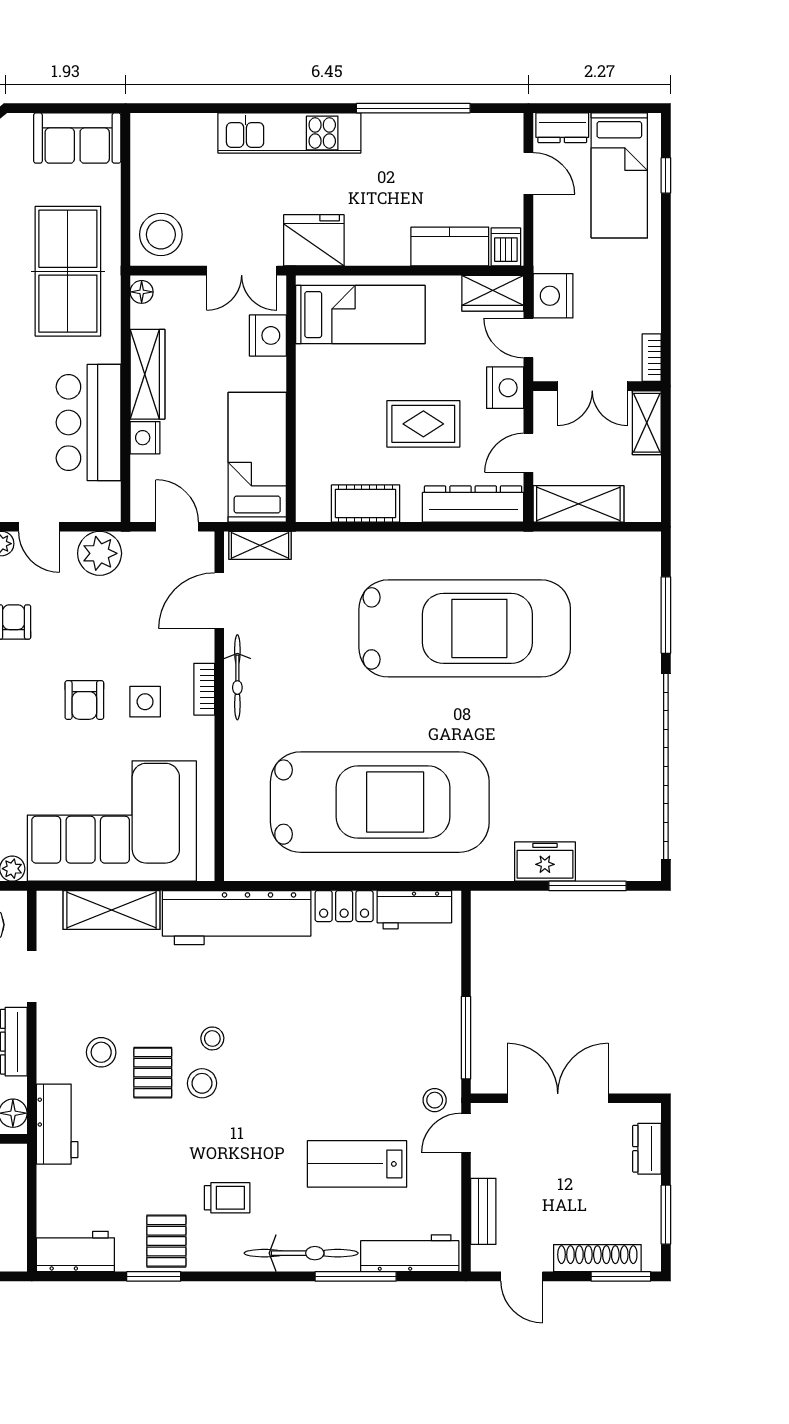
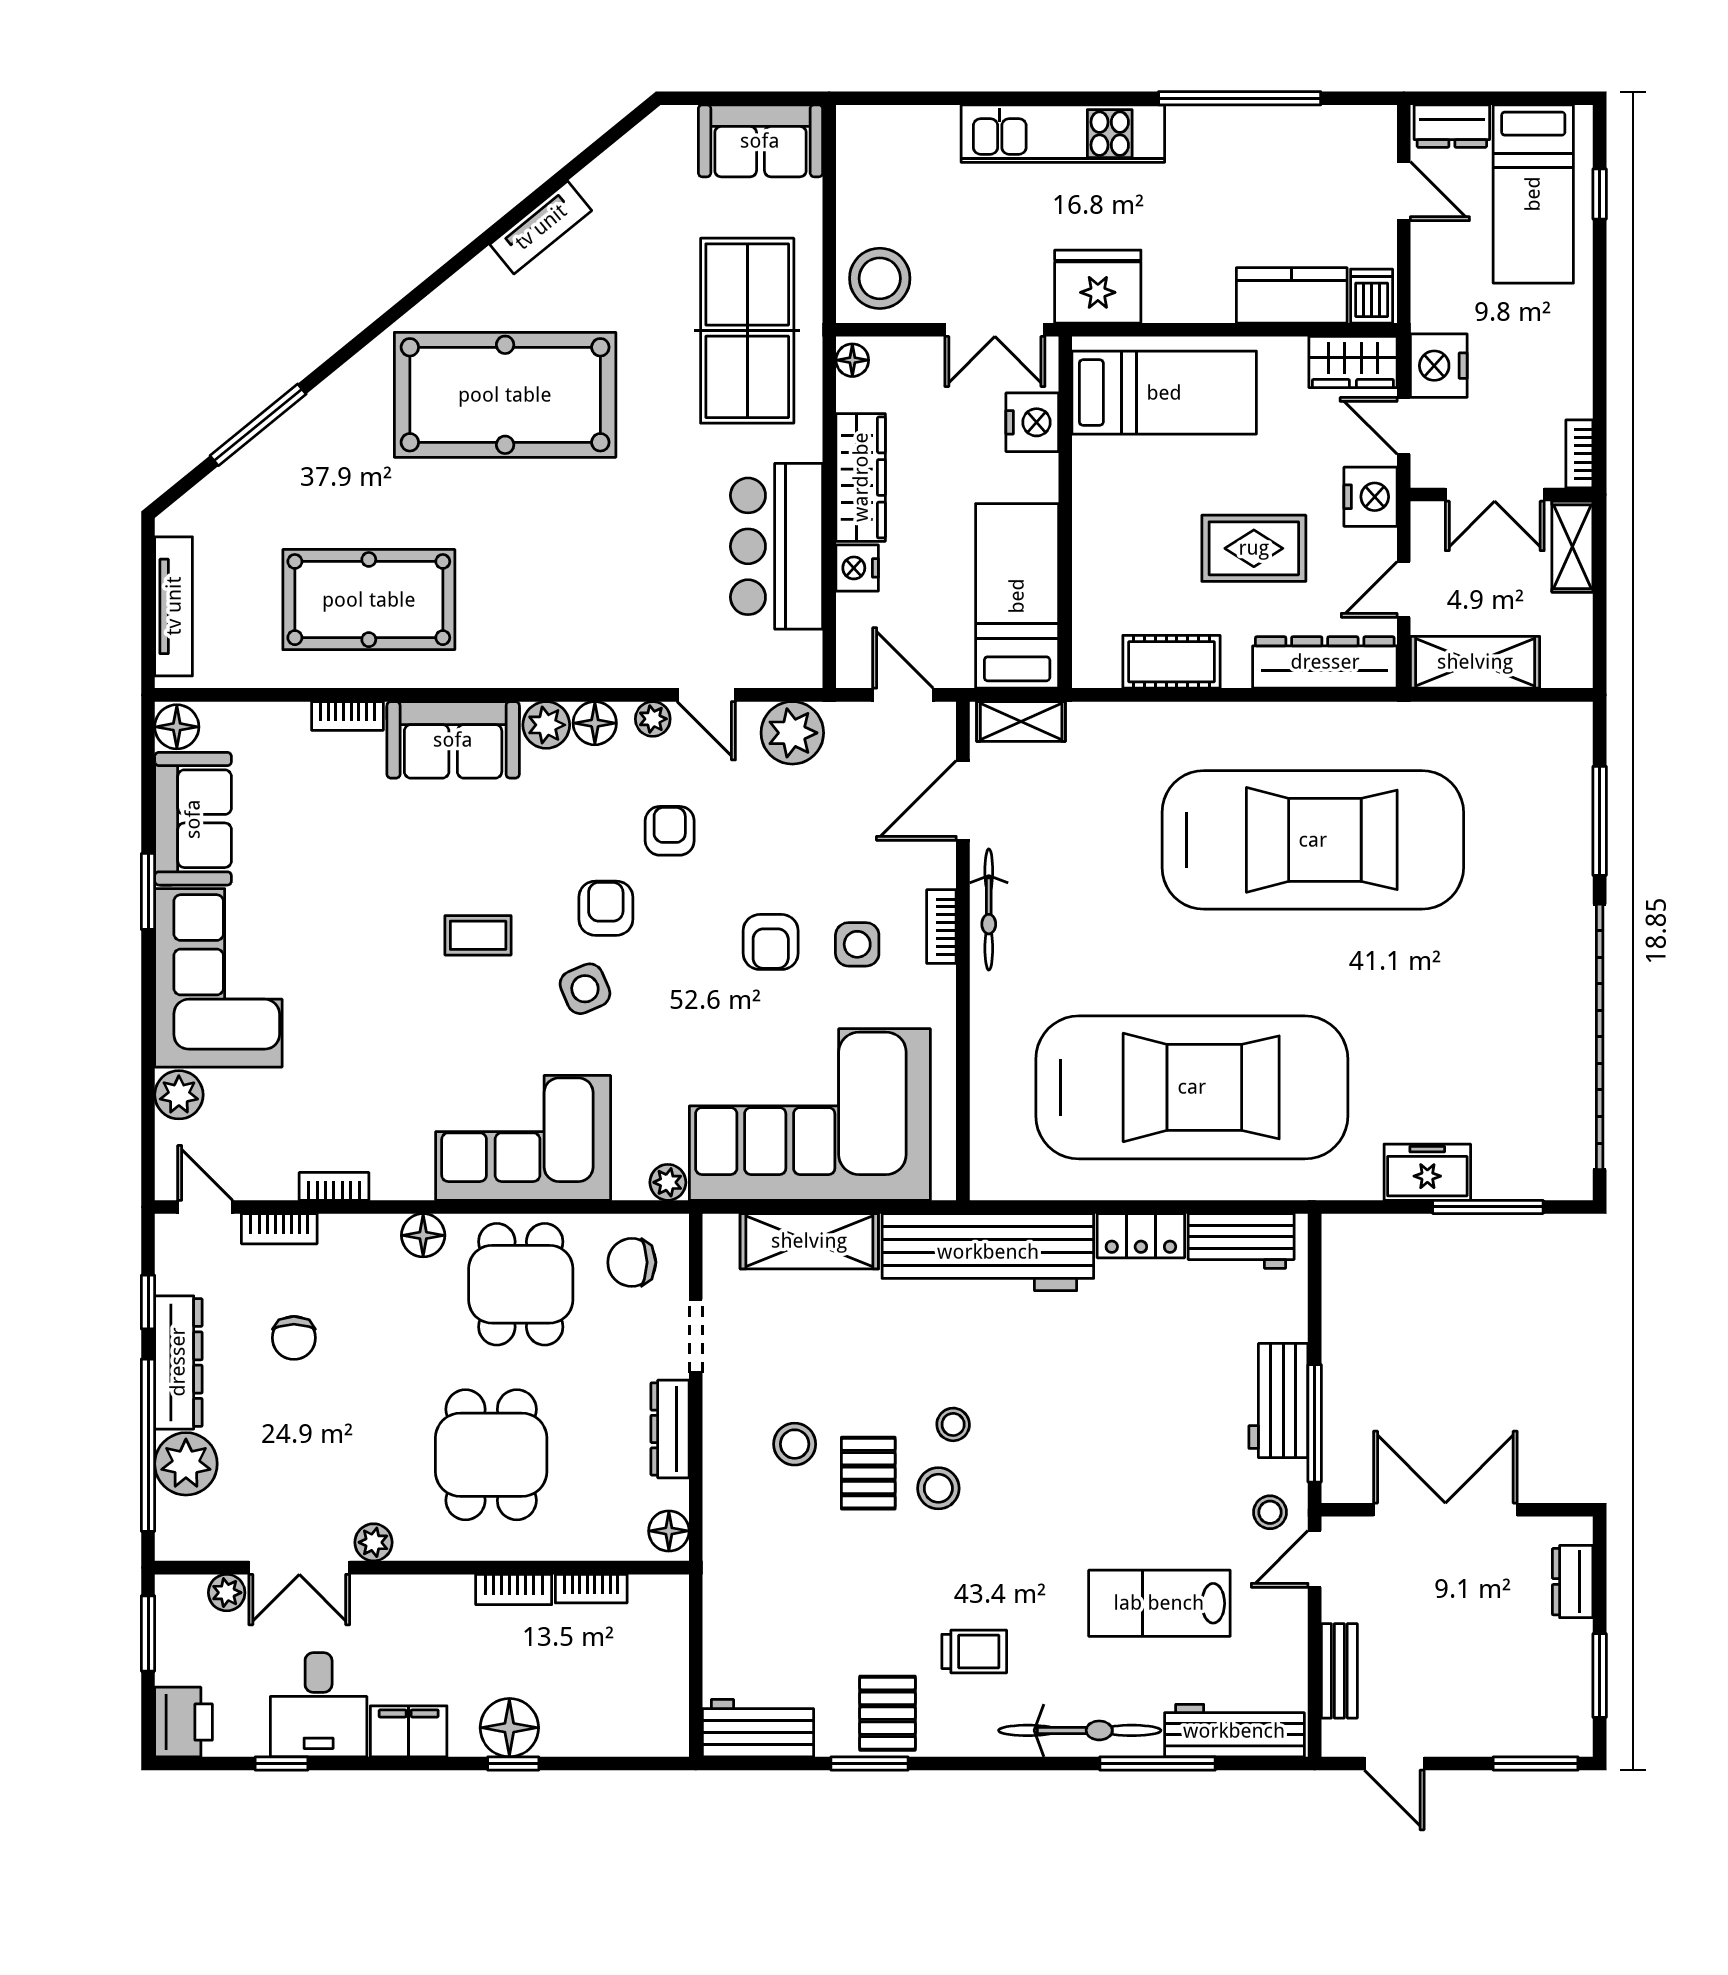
workbench: (57, 1124) -> (1278, 1401), moved, turned 180
shoe rack: (597, 1258) -> (1502, 1738), removed

